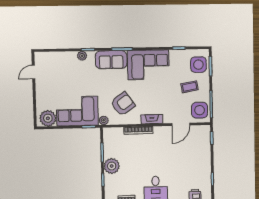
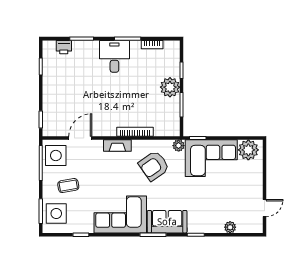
plant: (82, 56) -> (230, 227), moved

